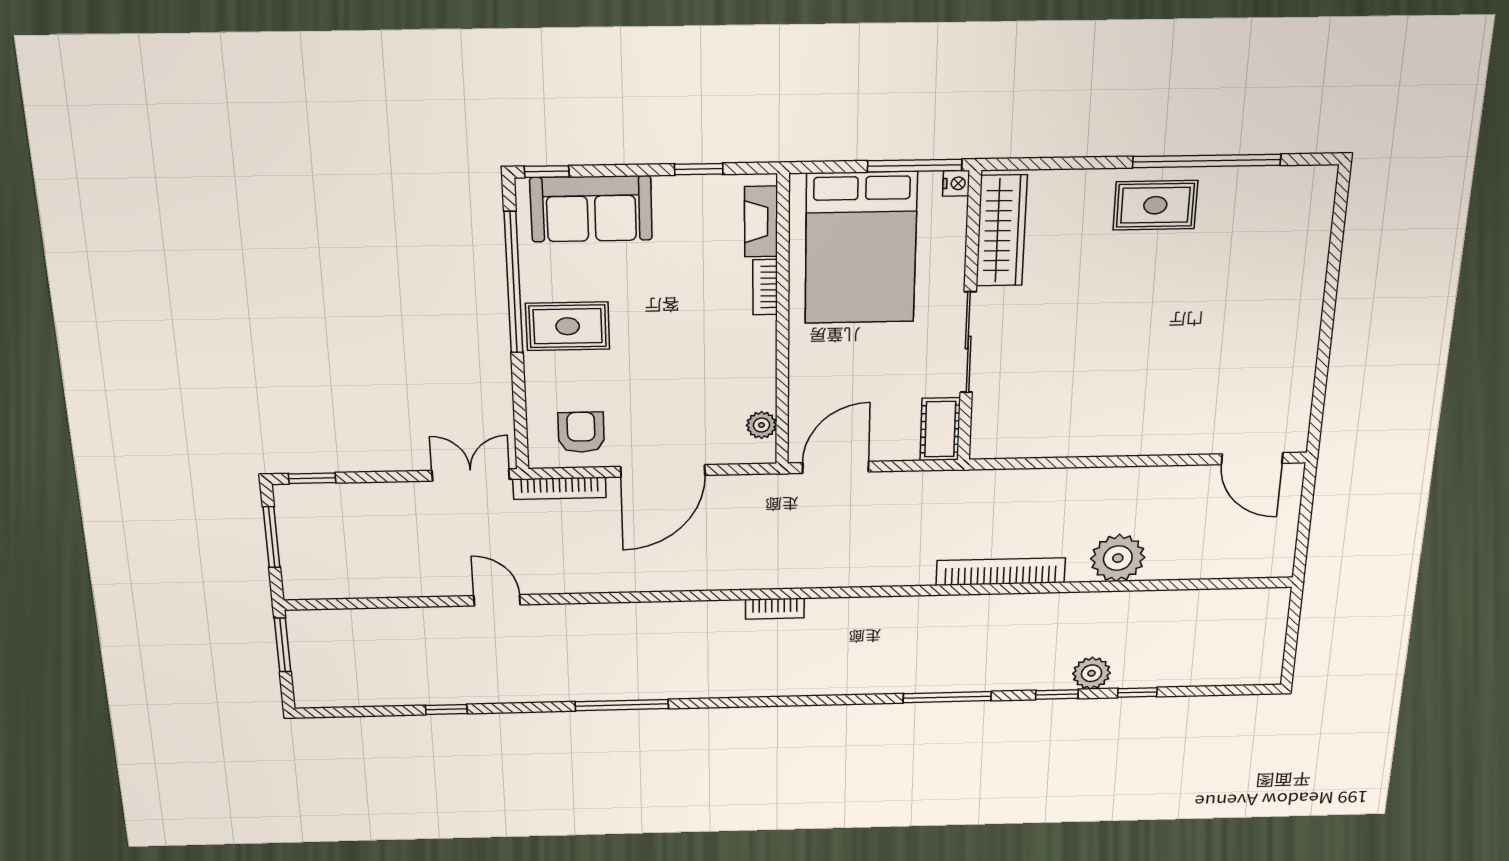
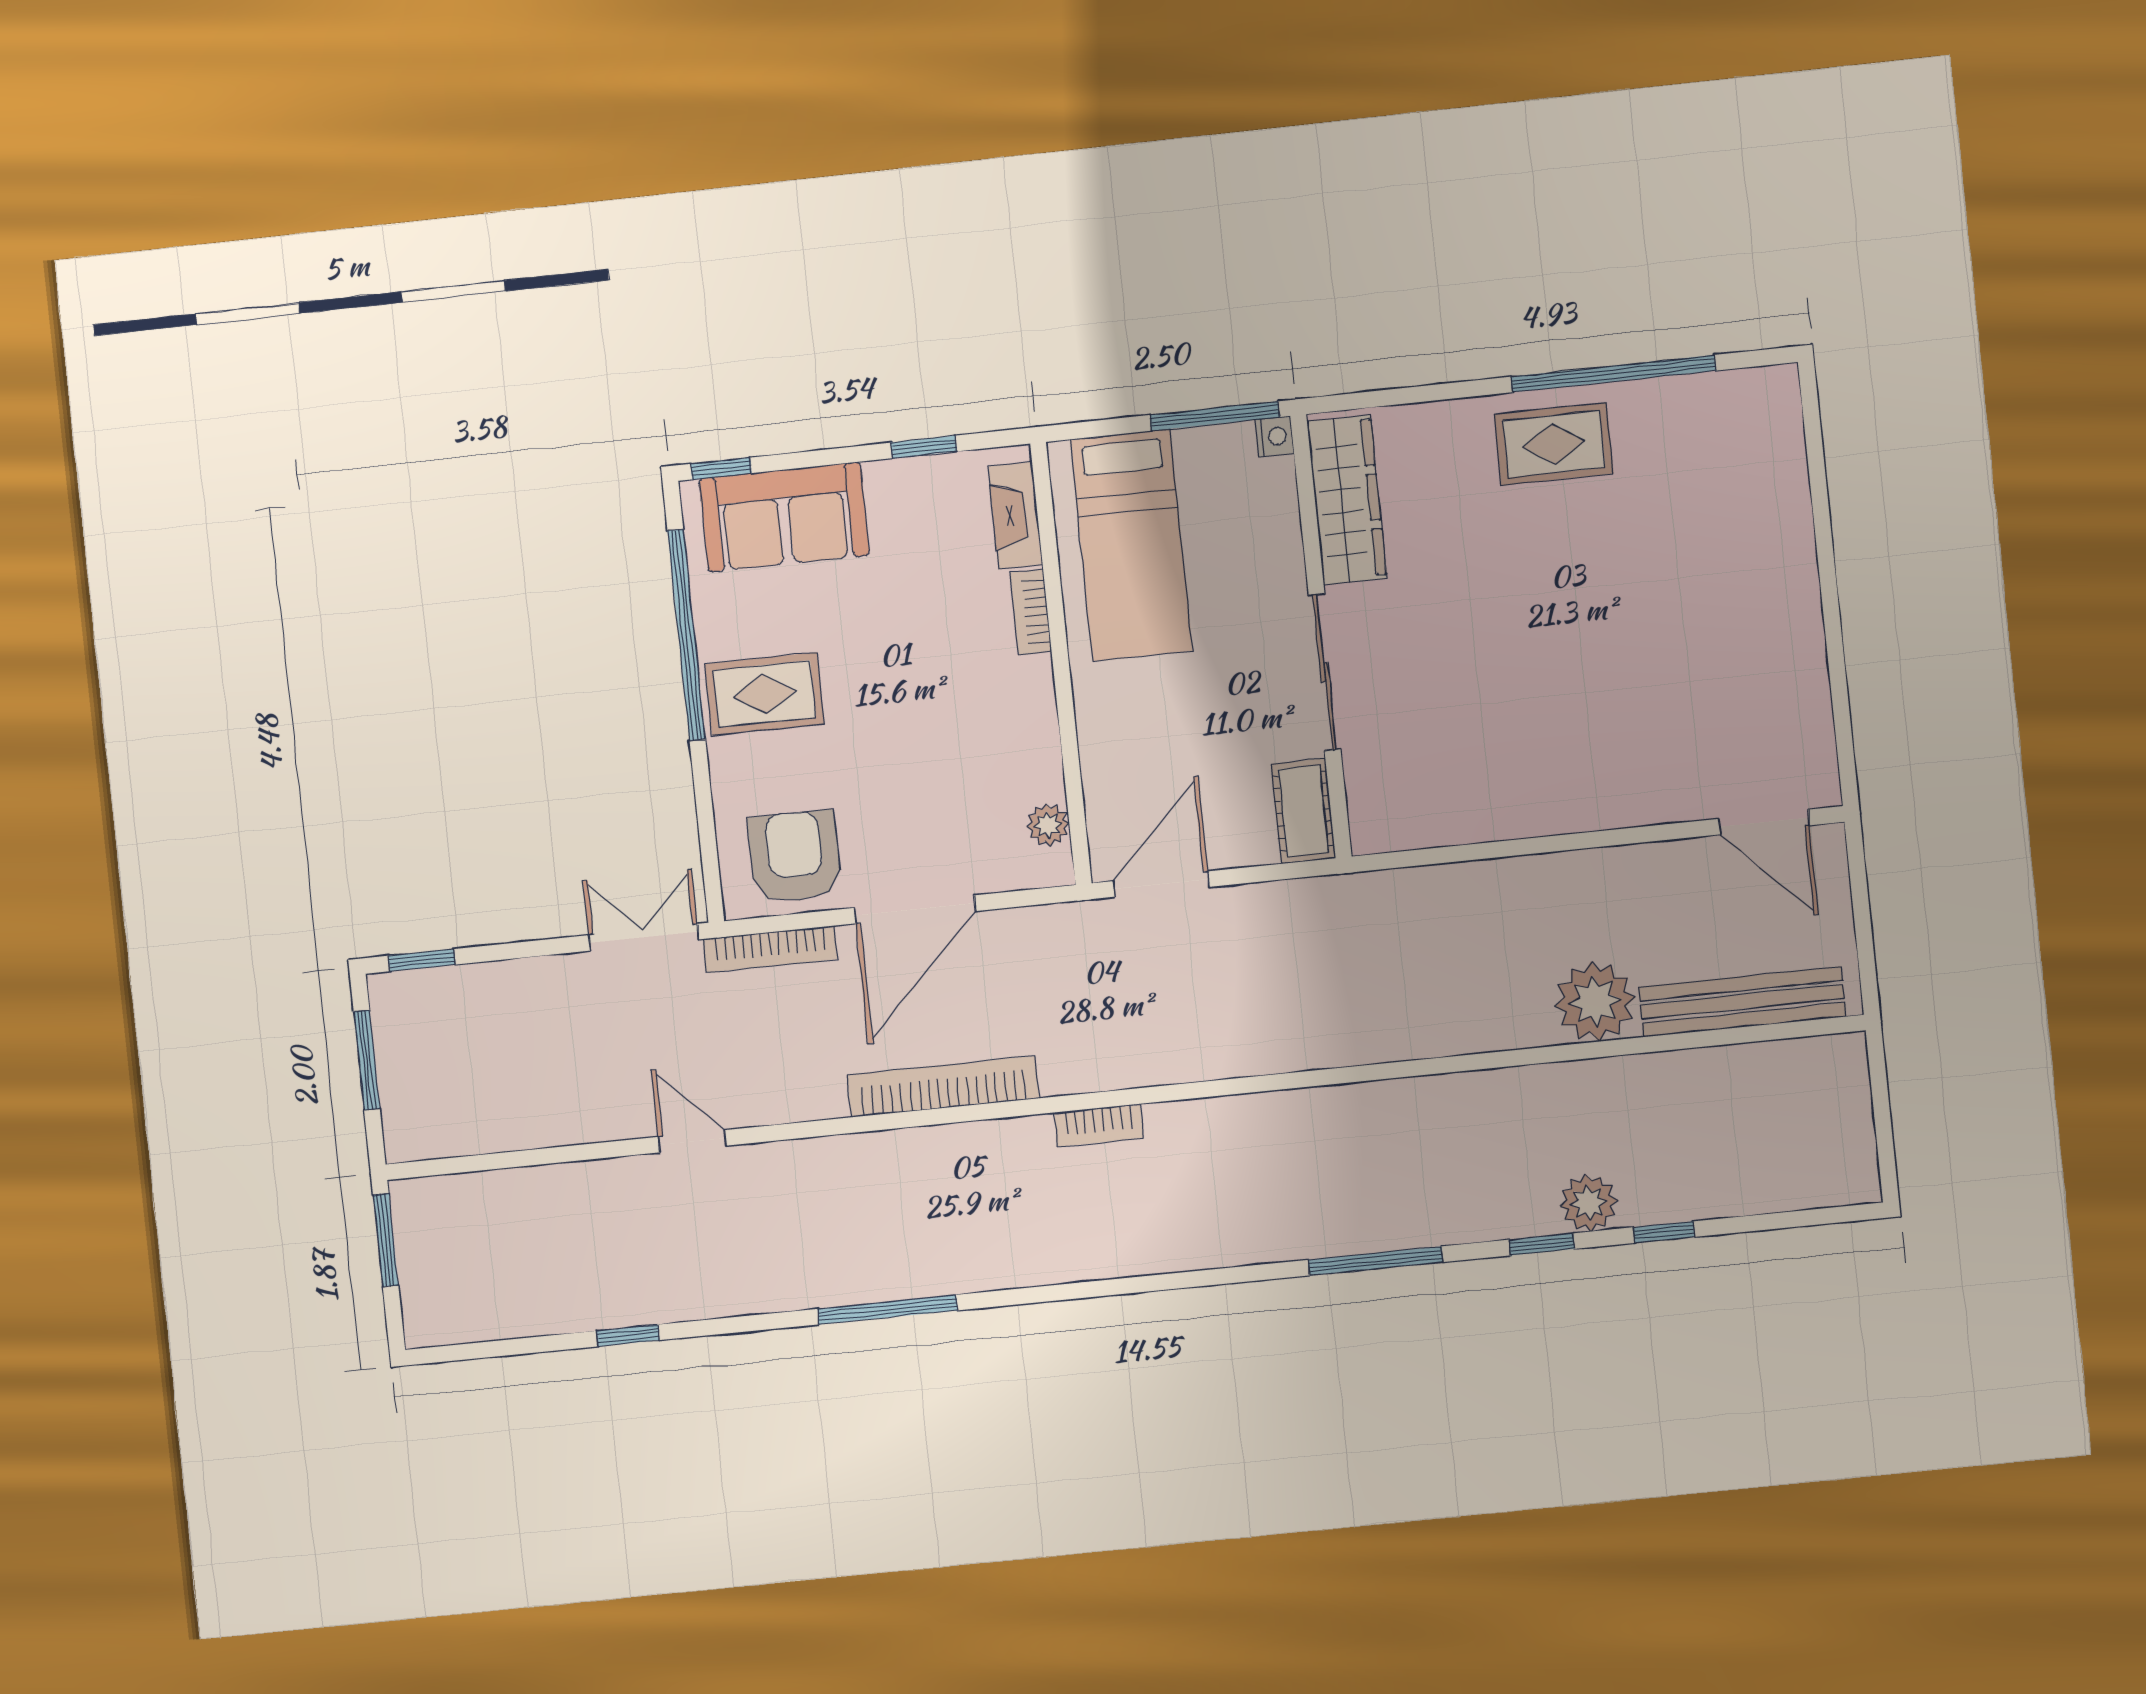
bed: (861, 248) -> (1131, 545), width x0.67
armchair: (581, 432) -> (795, 857), width x1.38, depth x1.38
bench: (1215, 565) -> (1742, 1002), added
bookcase: (1001, 572) -> (943, 1086), moved

